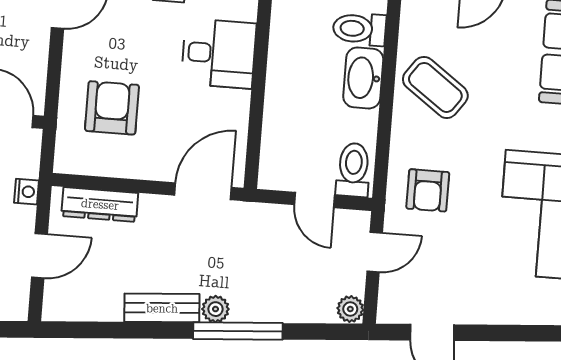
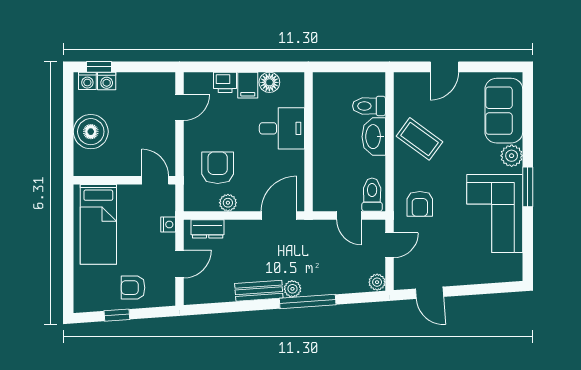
plant: (124, 165) -> (228, 203), added
dresser: (100, 204) -> (208, 229), width x0.70

